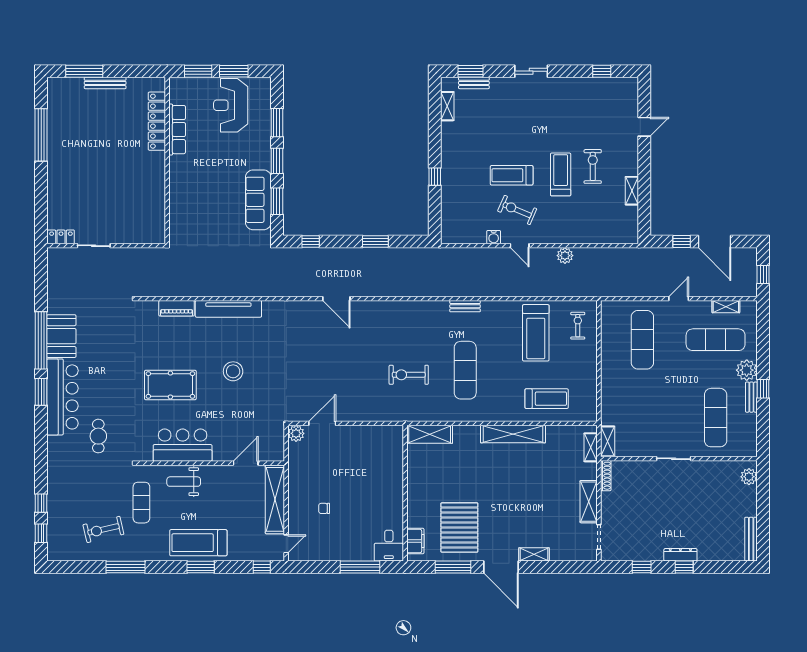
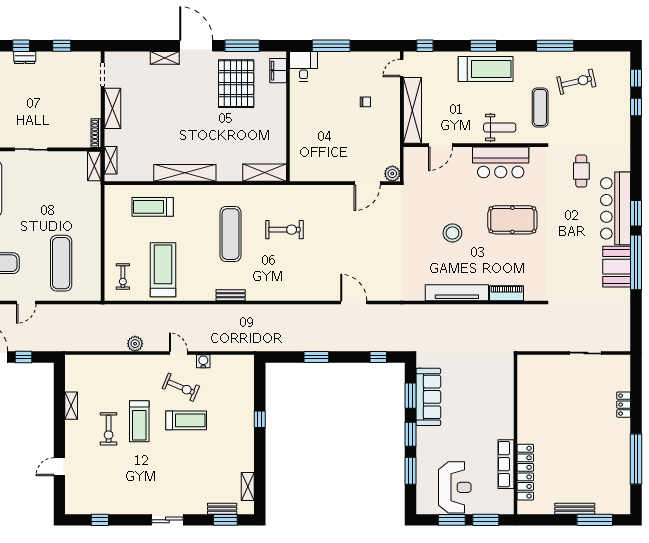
locker: (61, 237) -> (624, 405), moved, turned 90
dresser: (680, 555) -> (25, 57), width x0.70

